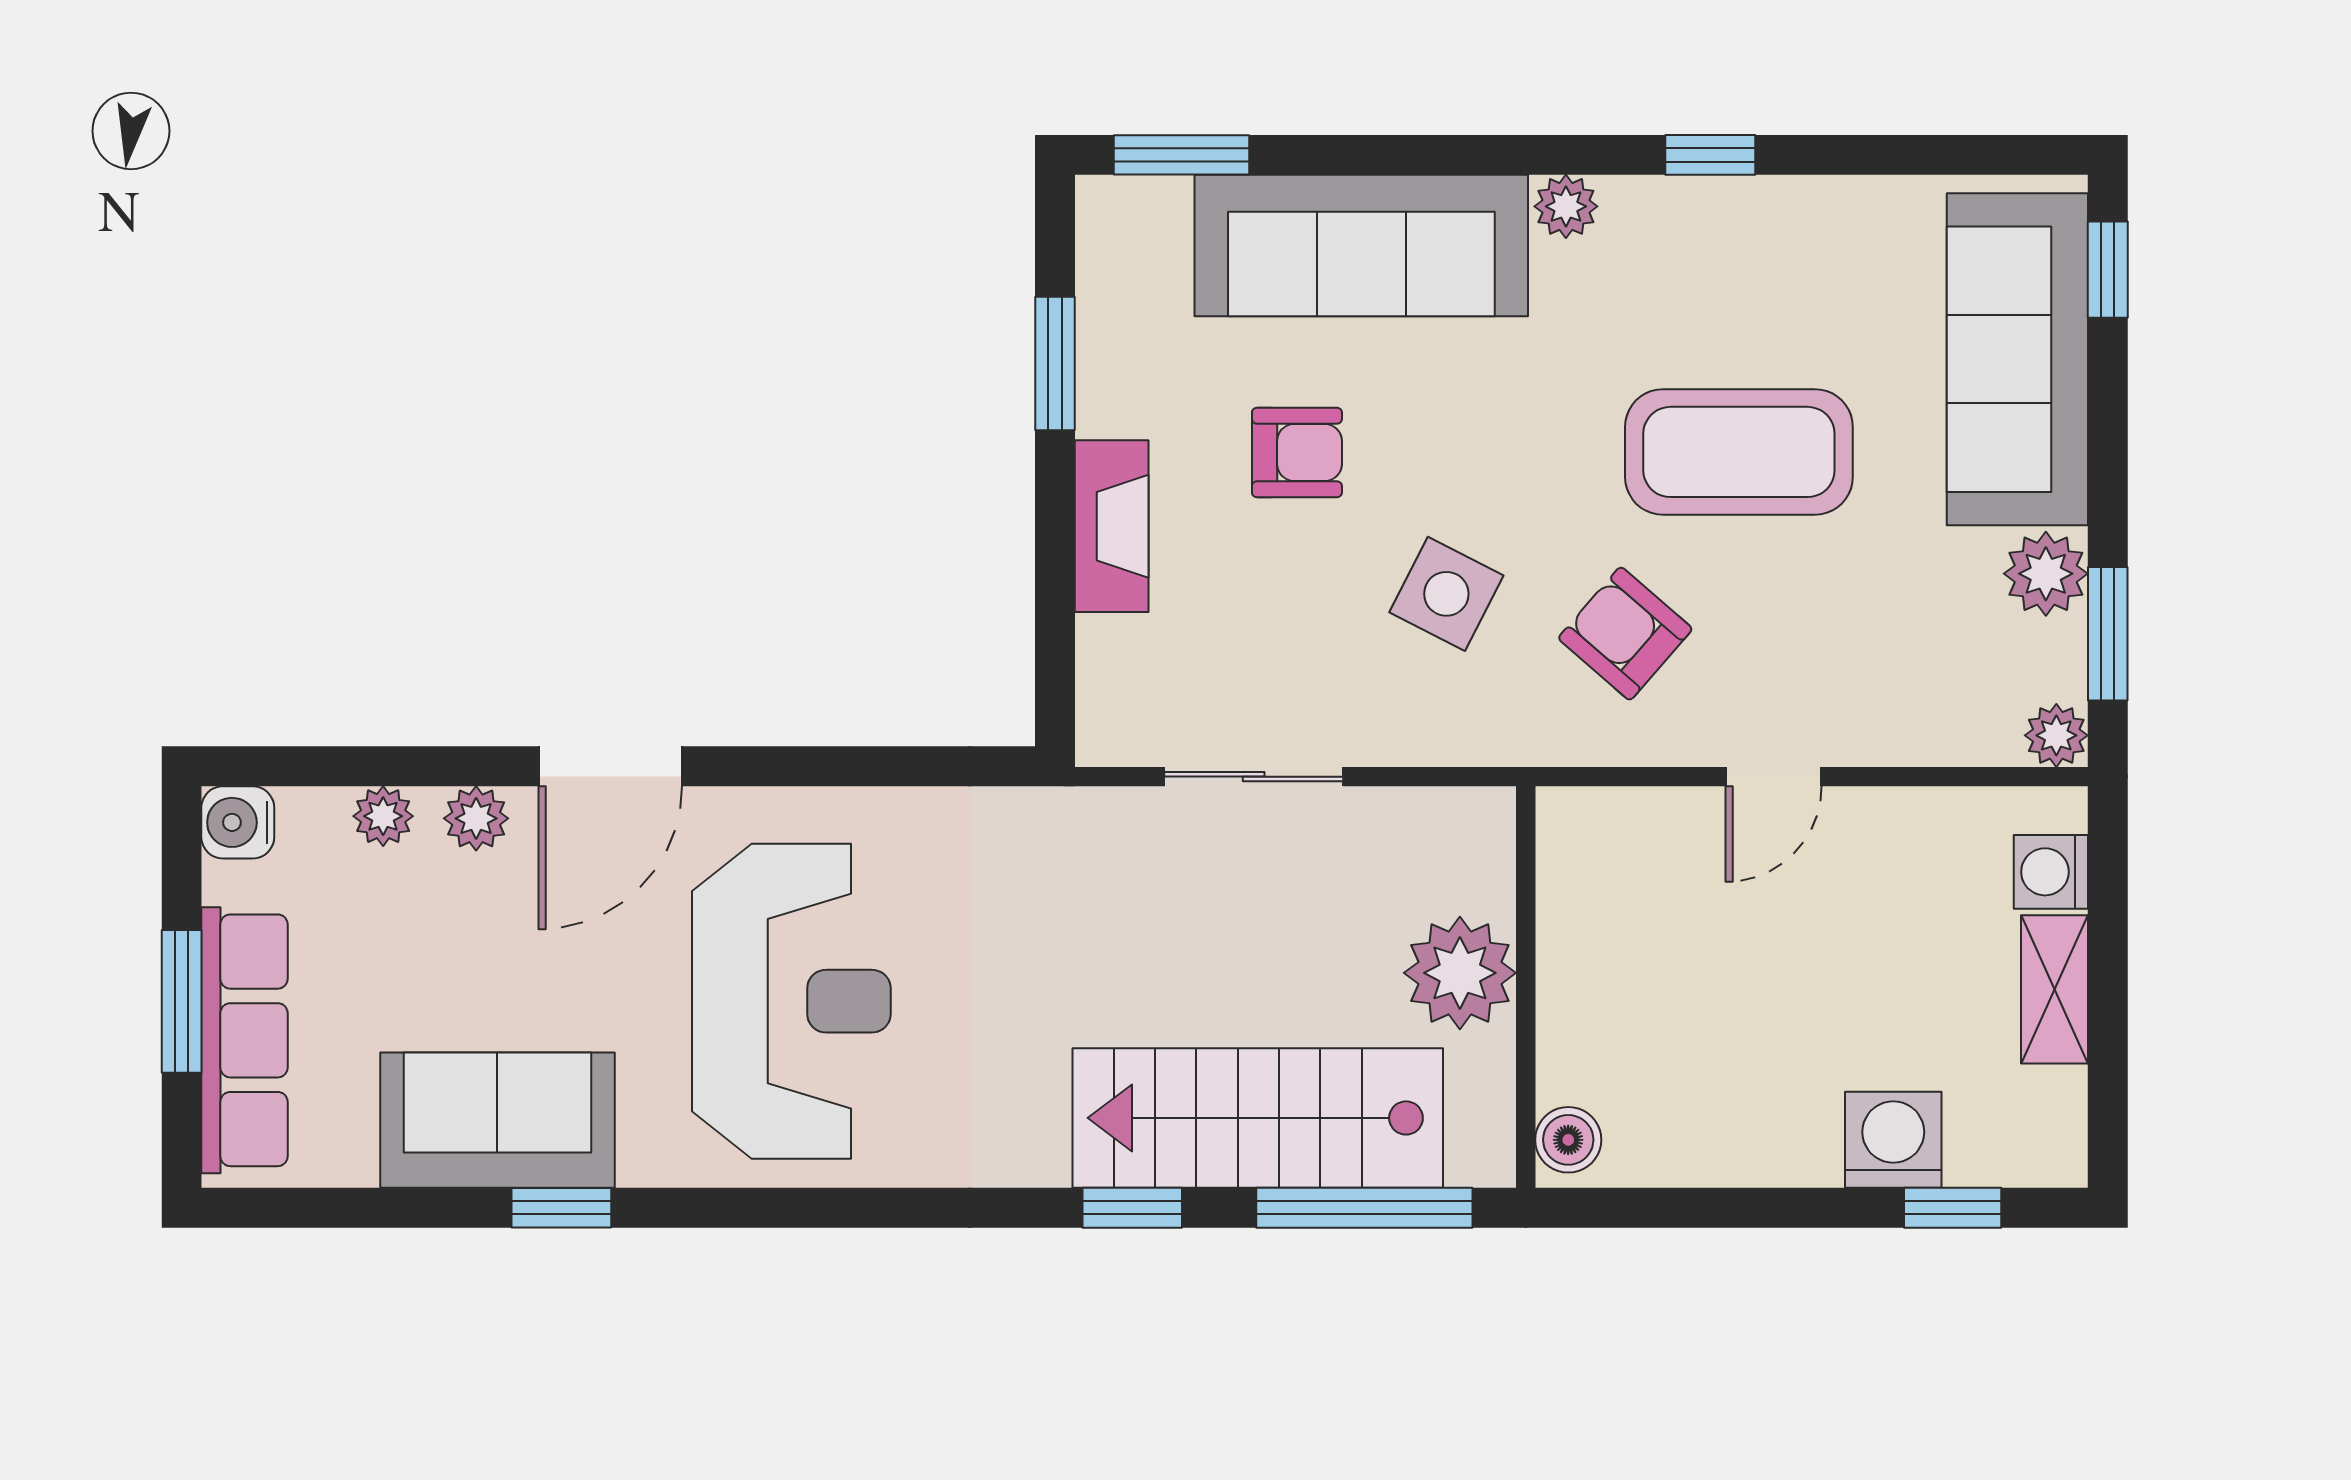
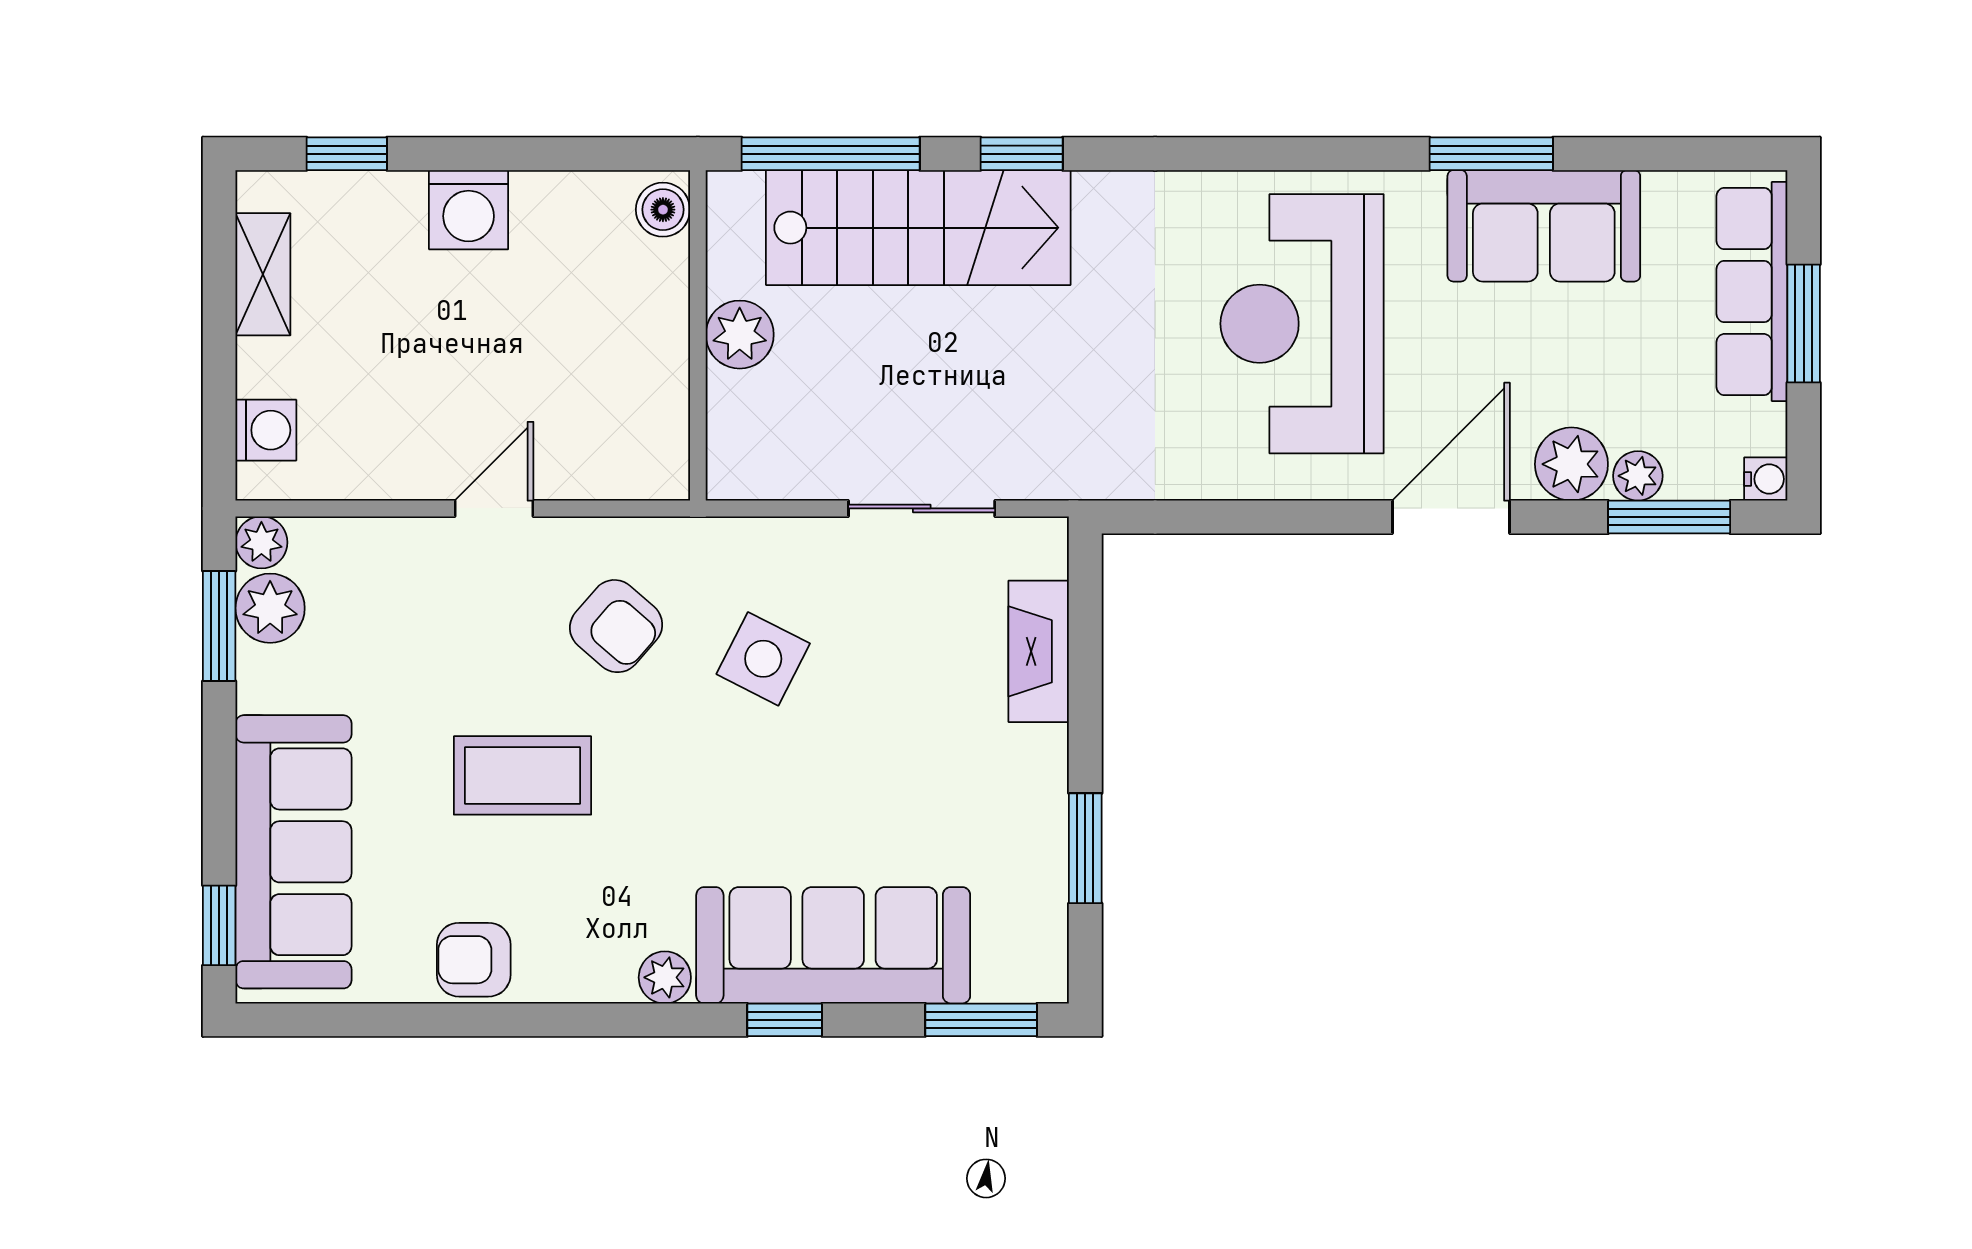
window: (1710, 155) -> (785, 1020), moved
coffee table: (1739, 452) -> (523, 775), width x0.73, depth x0.76
armchair: (1297, 453) -> (474, 960), moved
fireplace: (1112, 526) -> (1039, 651), moved
plant: (2046, 574) -> (270, 608), moved
window: (345, 766) -> (1669, 517), added
plant: (476, 818) -> (1571, 464), width x1.38, depth x1.38
water cooler: (238, 822) -> (1766, 479), width x0.72, depth x0.72
plant: (1460, 973) -> (740, 335), width x0.73, depth x0.73
shelving: (2054, 989) -> (263, 274), moved
washing machine: (1893, 1140) -> (469, 210), moved
window: (561, 1208) -> (1491, 154), width x1.50

